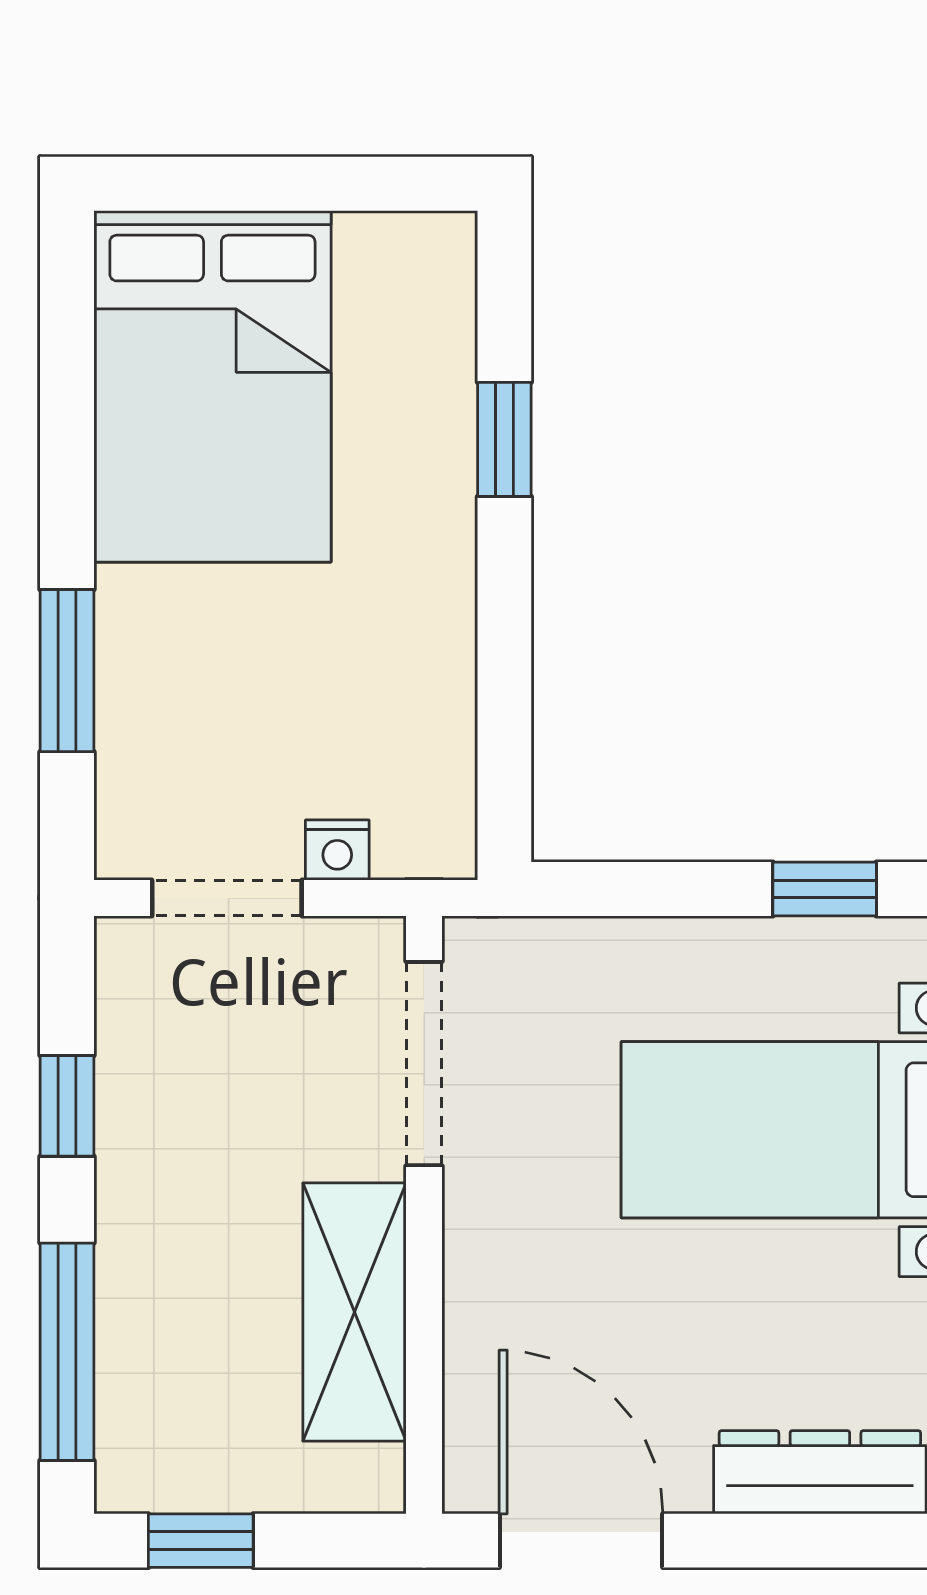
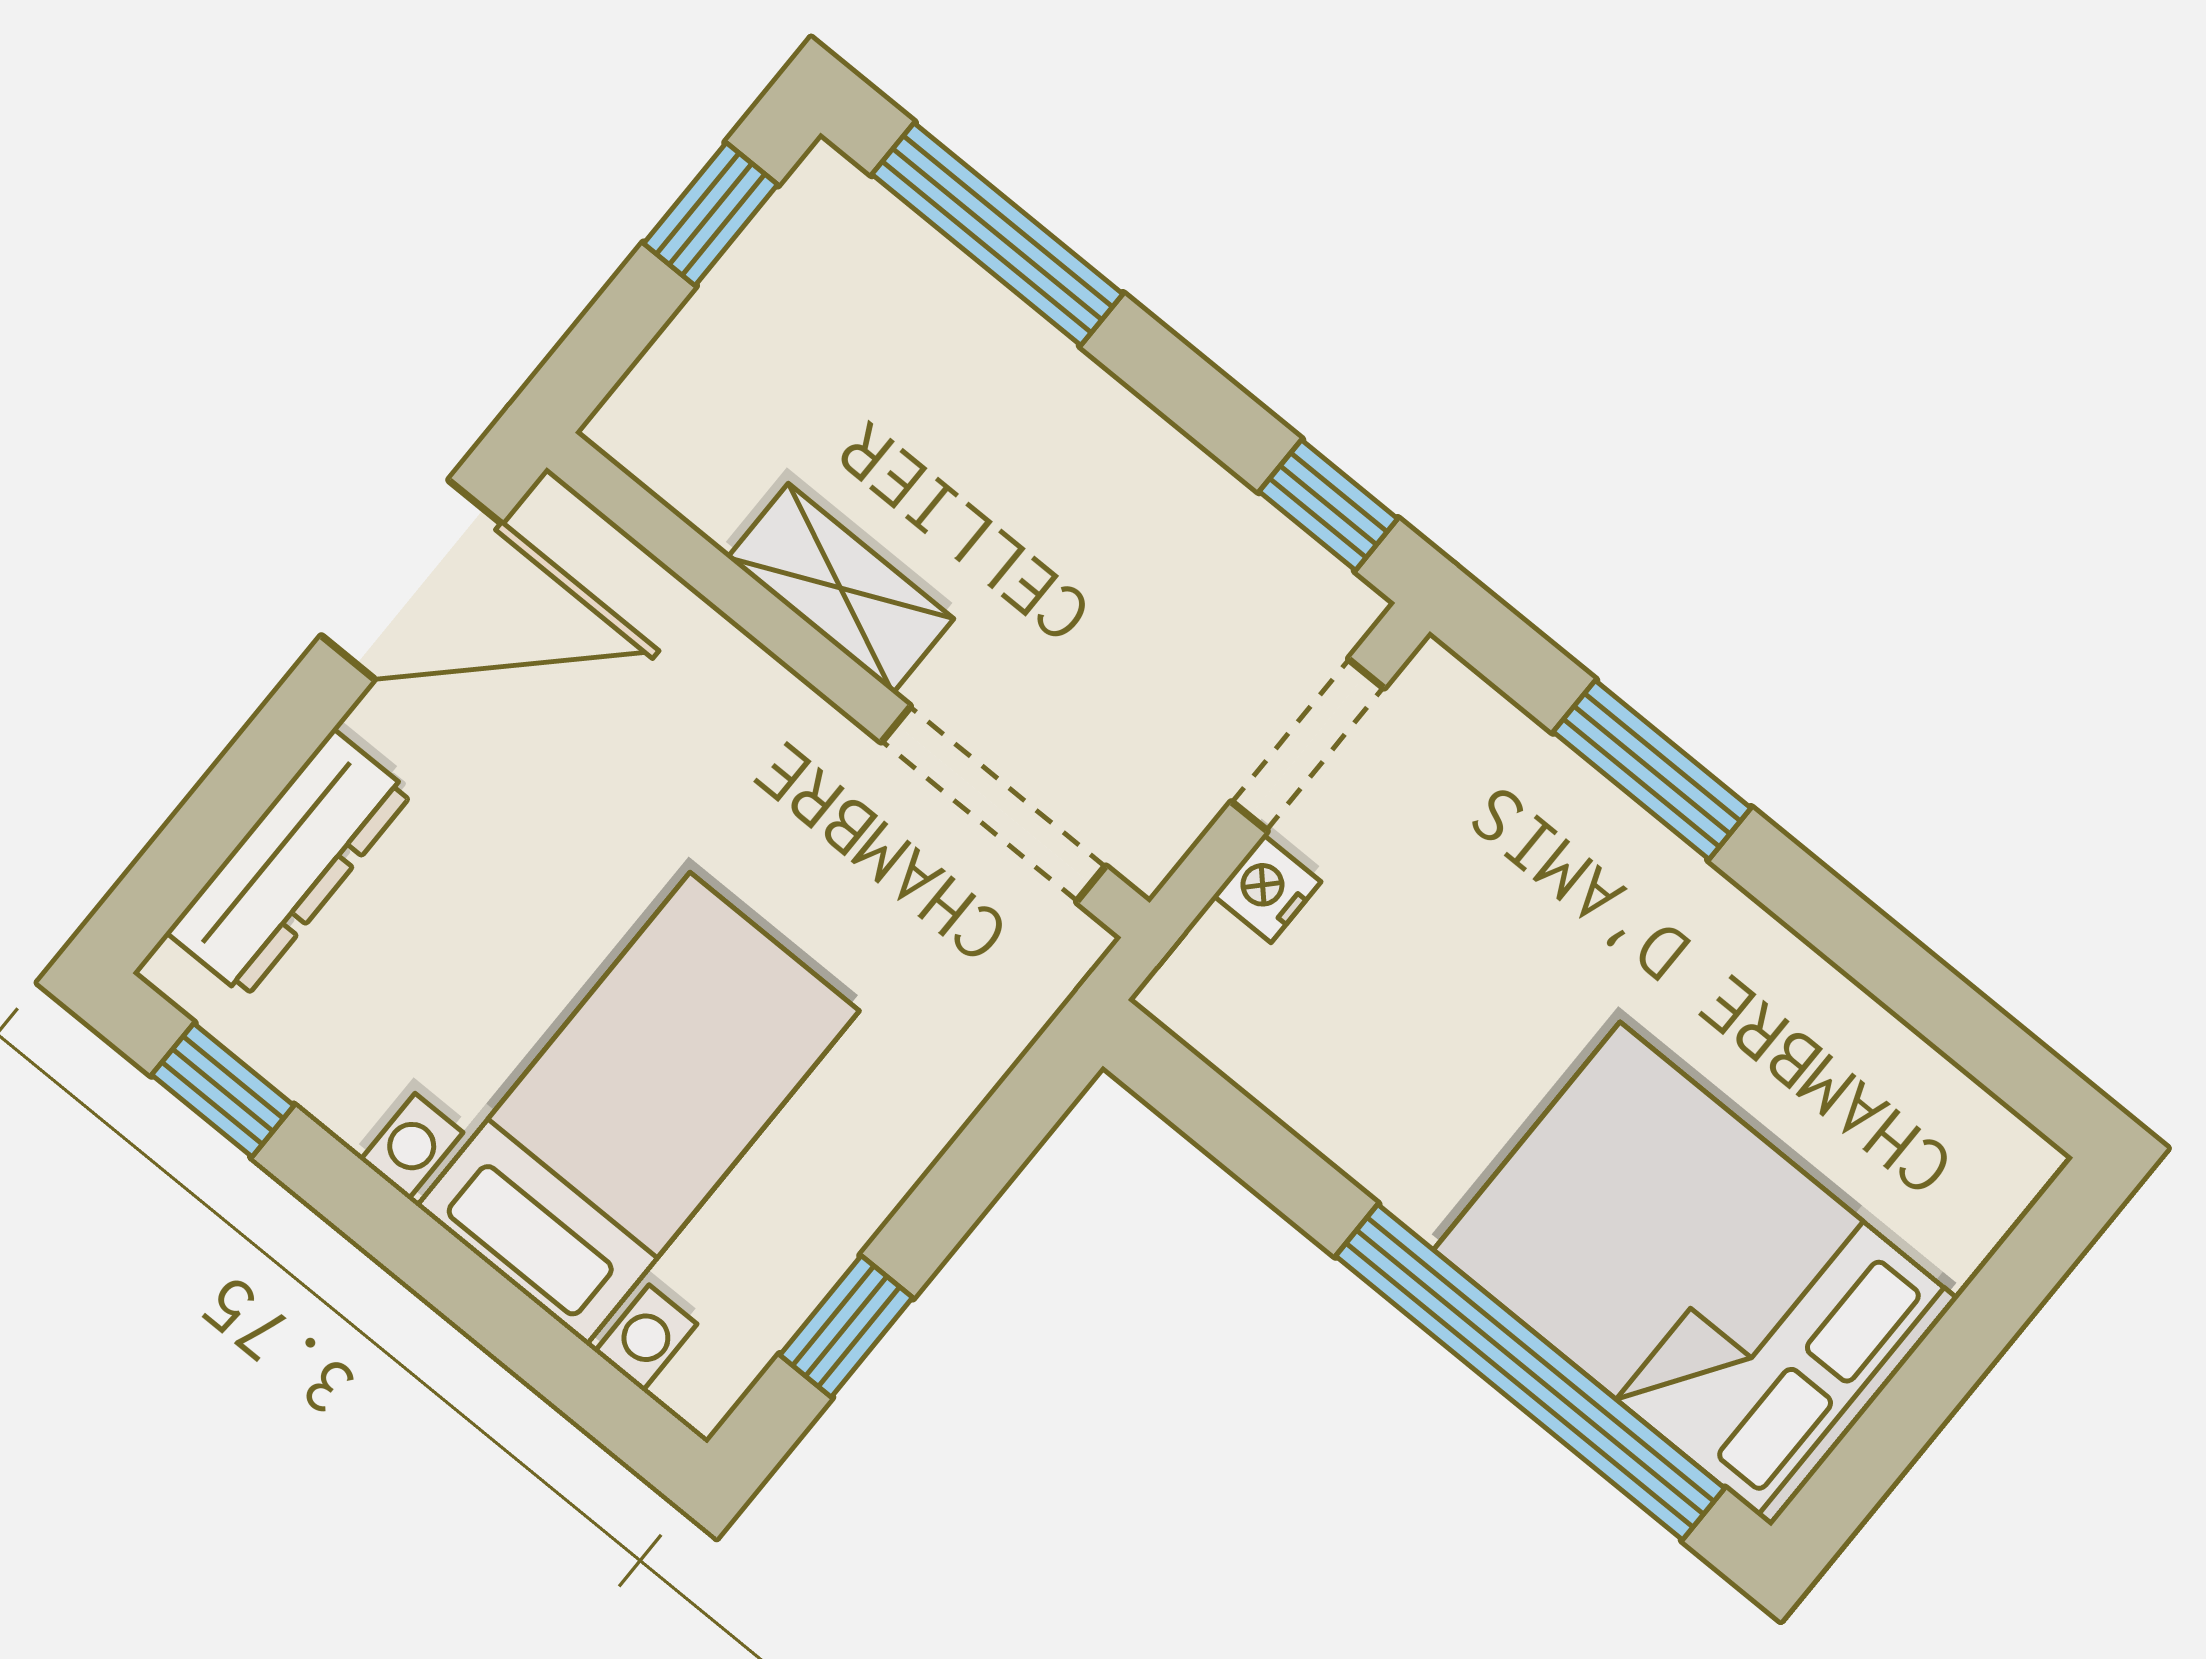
bed: (212, 386) -> (1696, 1274), moved
window: (504, 439) -> (1530, 1372), width x3.17
window: (67, 1106) -> (1328, 505), moved
shelving: (355, 1312) -> (841, 588), width x0.67, depth x0.75

